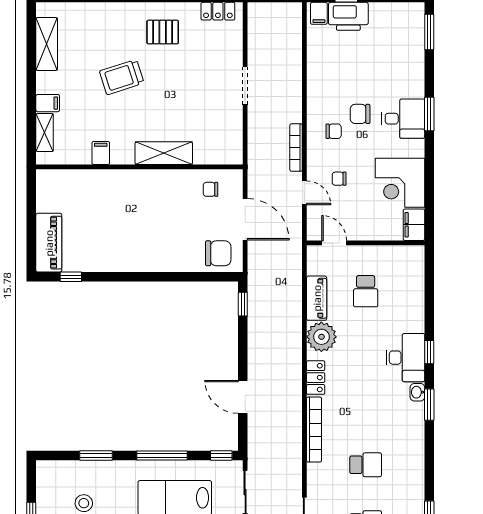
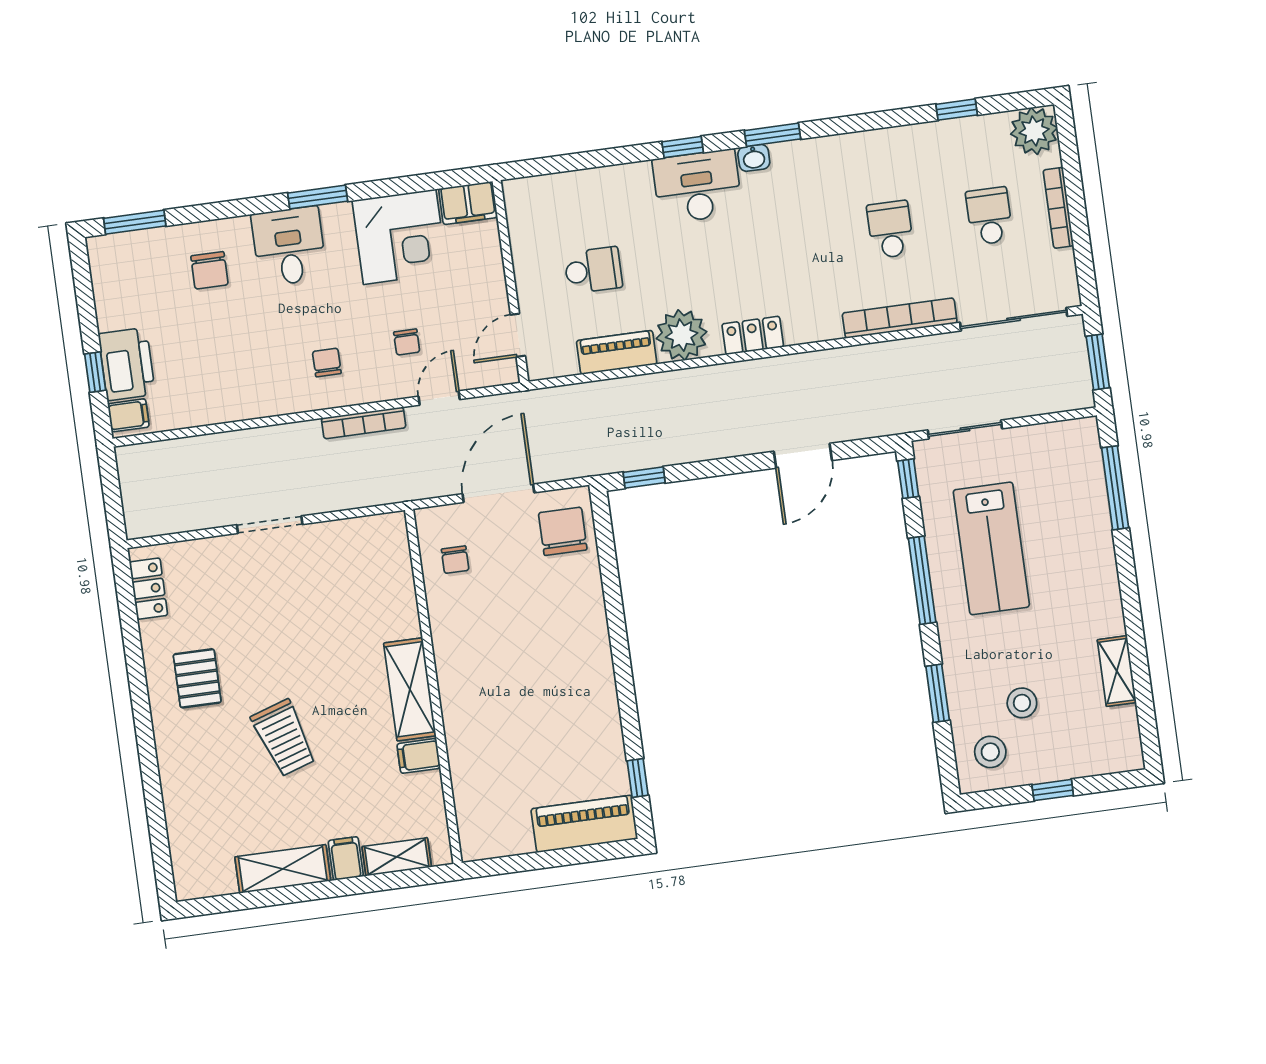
shelving: (47, 44) -> (283, 869), moved
chair: (360, 114) -> (209, 270), moved
window: (429, 114) -> (318, 197), moved
shelving: (164, 153) -> (410, 689), moved
bookcase: (314, 430) -> (900, 318), moved
stool: (58, 481) -> (990, 752), added

